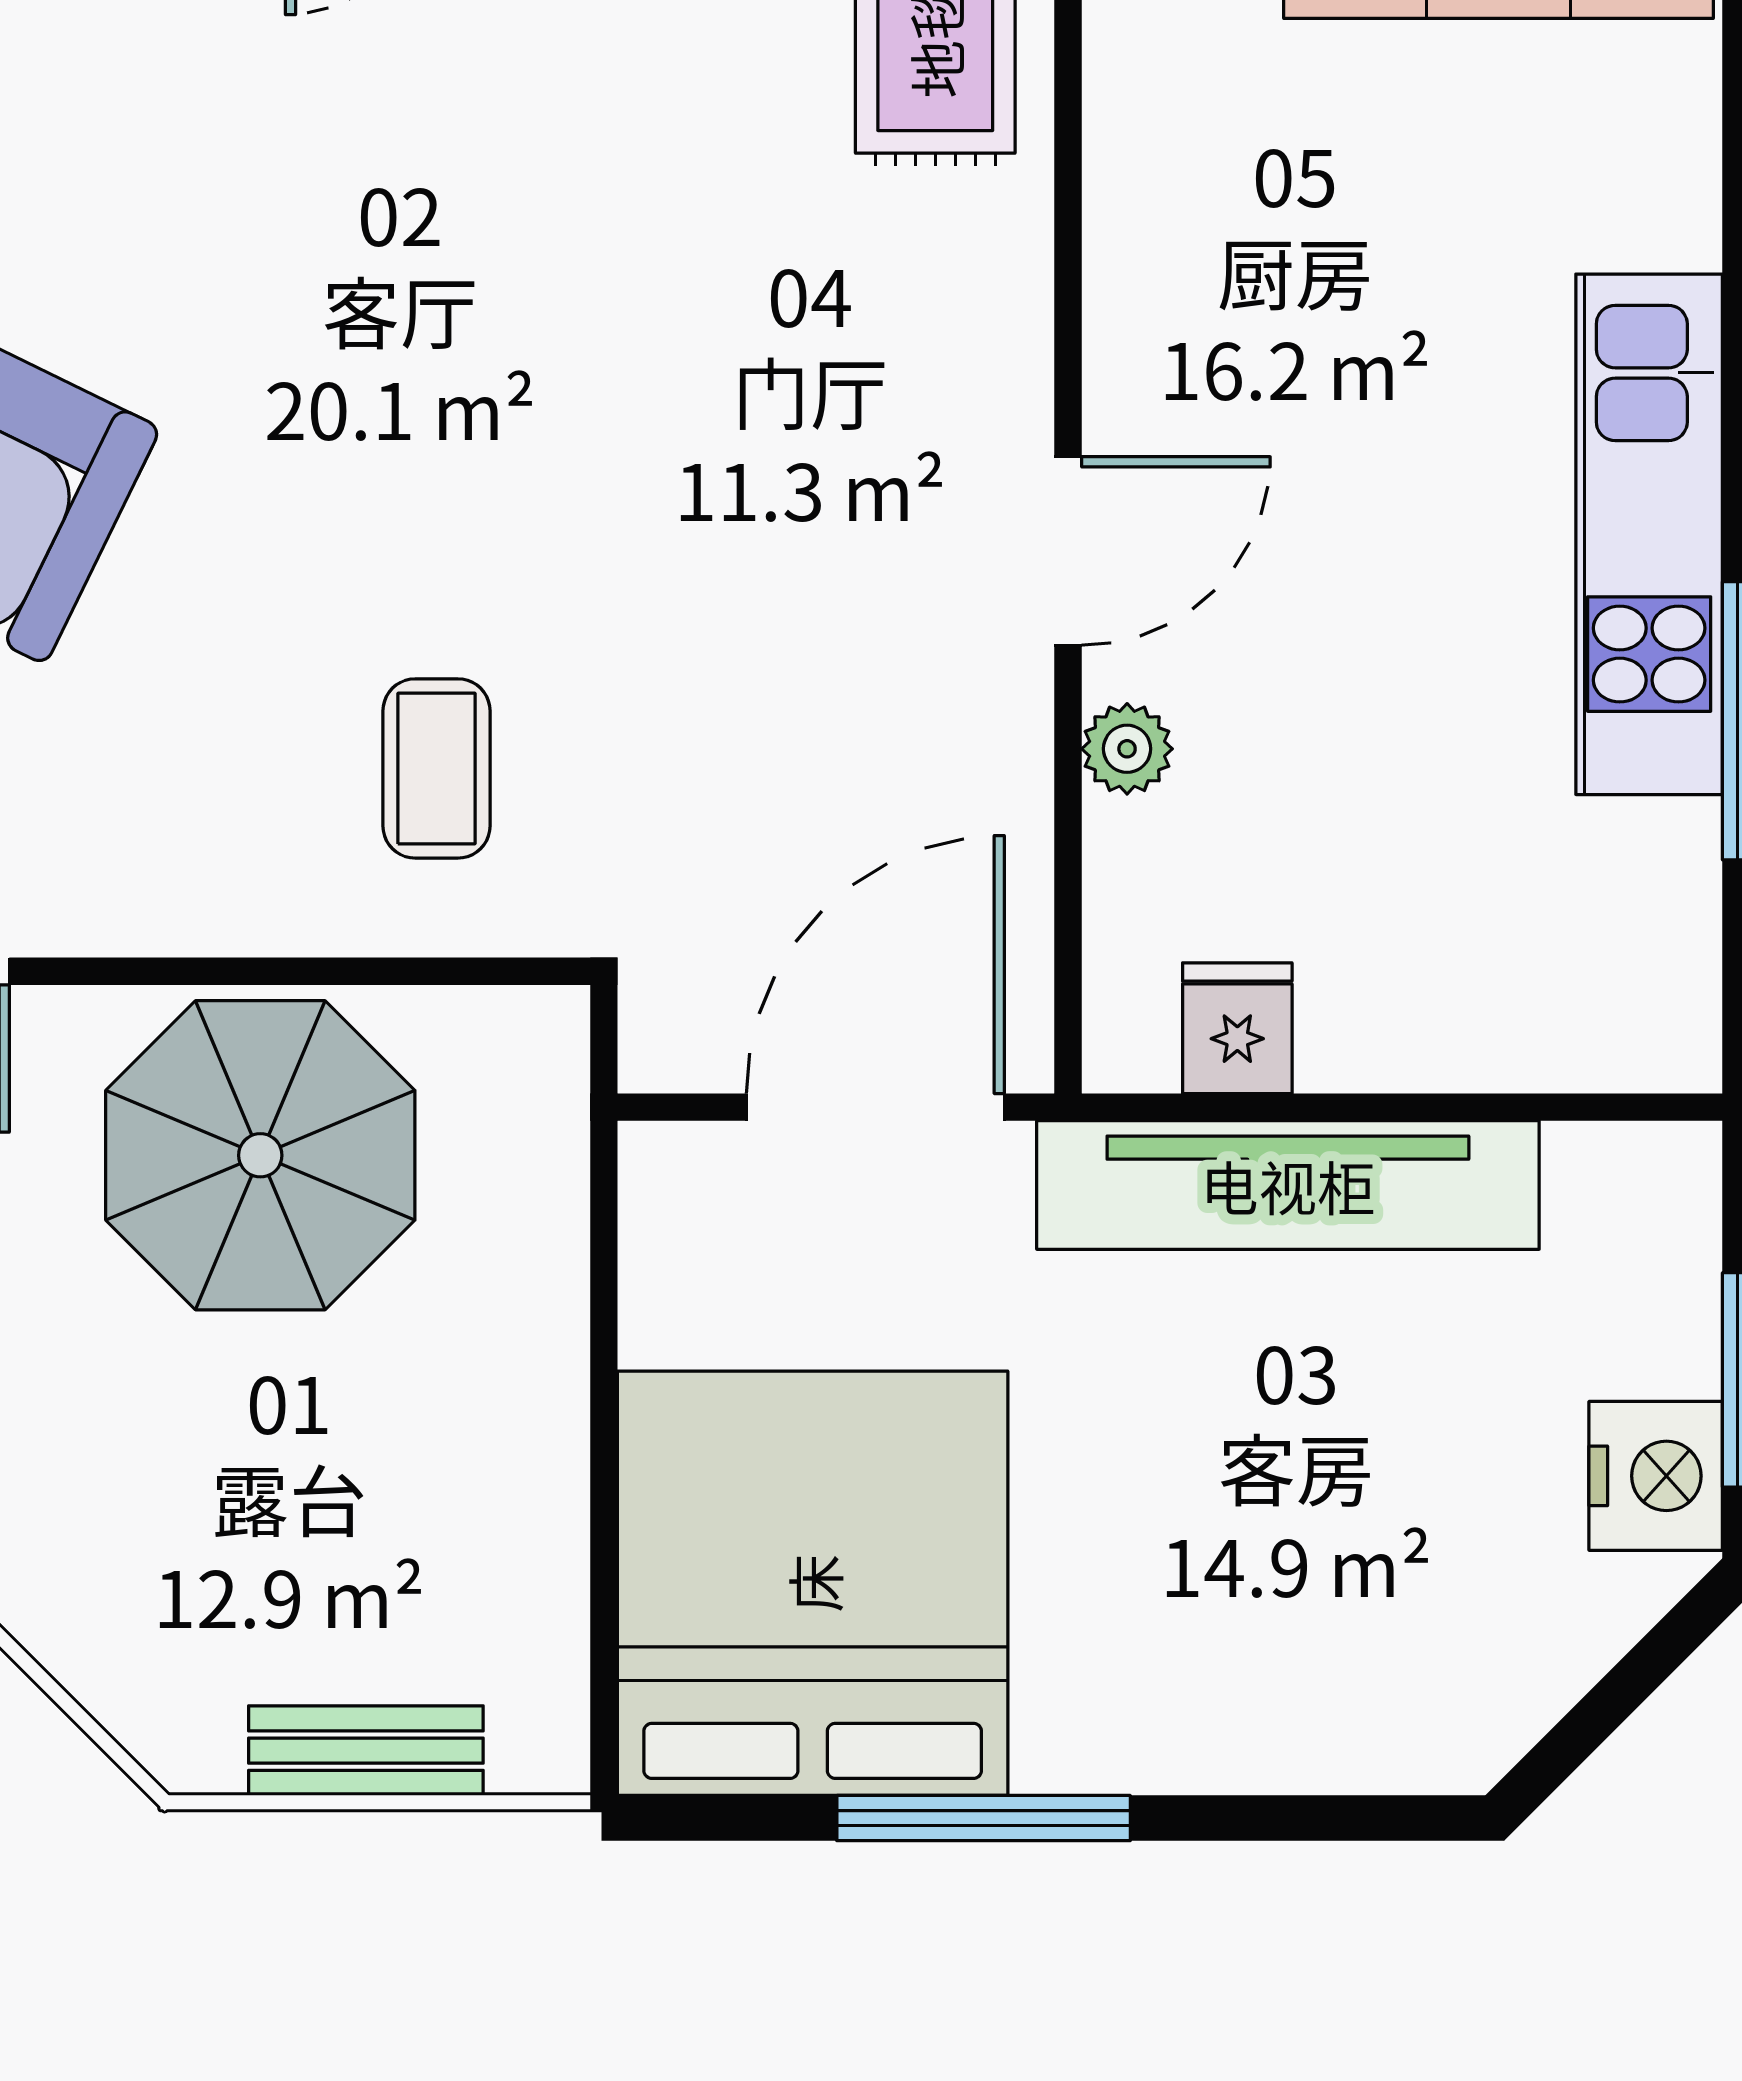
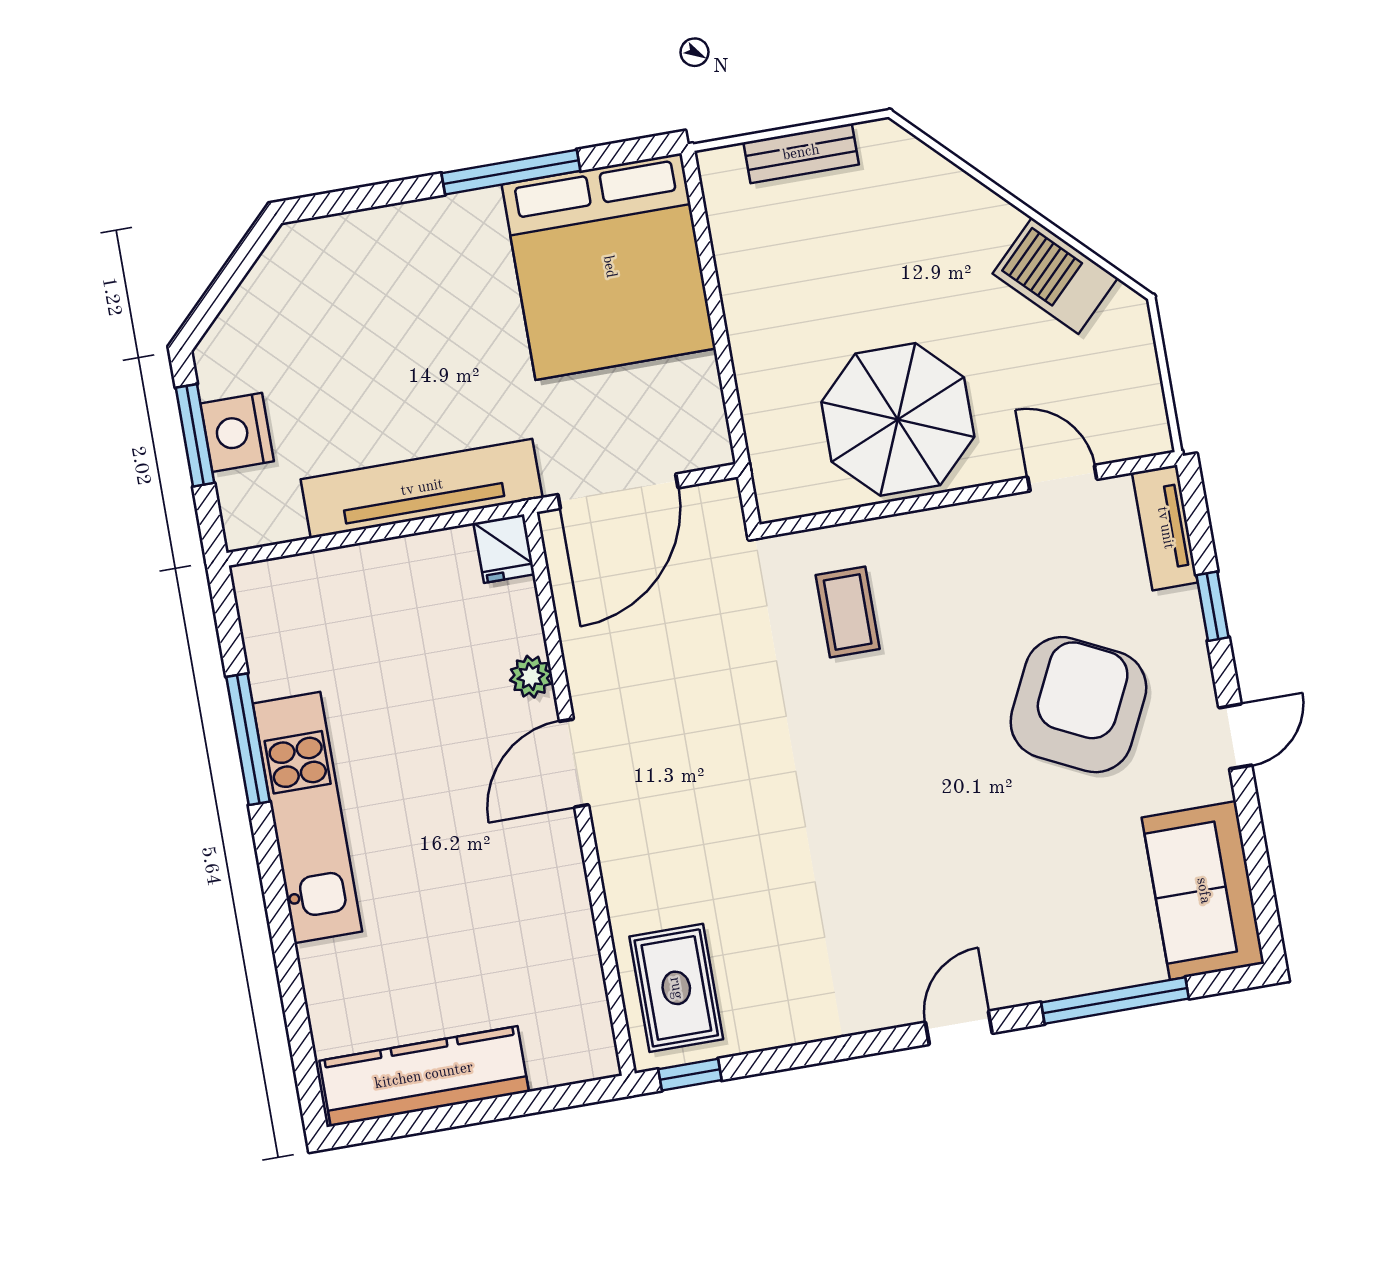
fridge: (1237, 1028) -> (504, 549), moved
nightstand: (1656, 1476) -> (237, 432), moved

